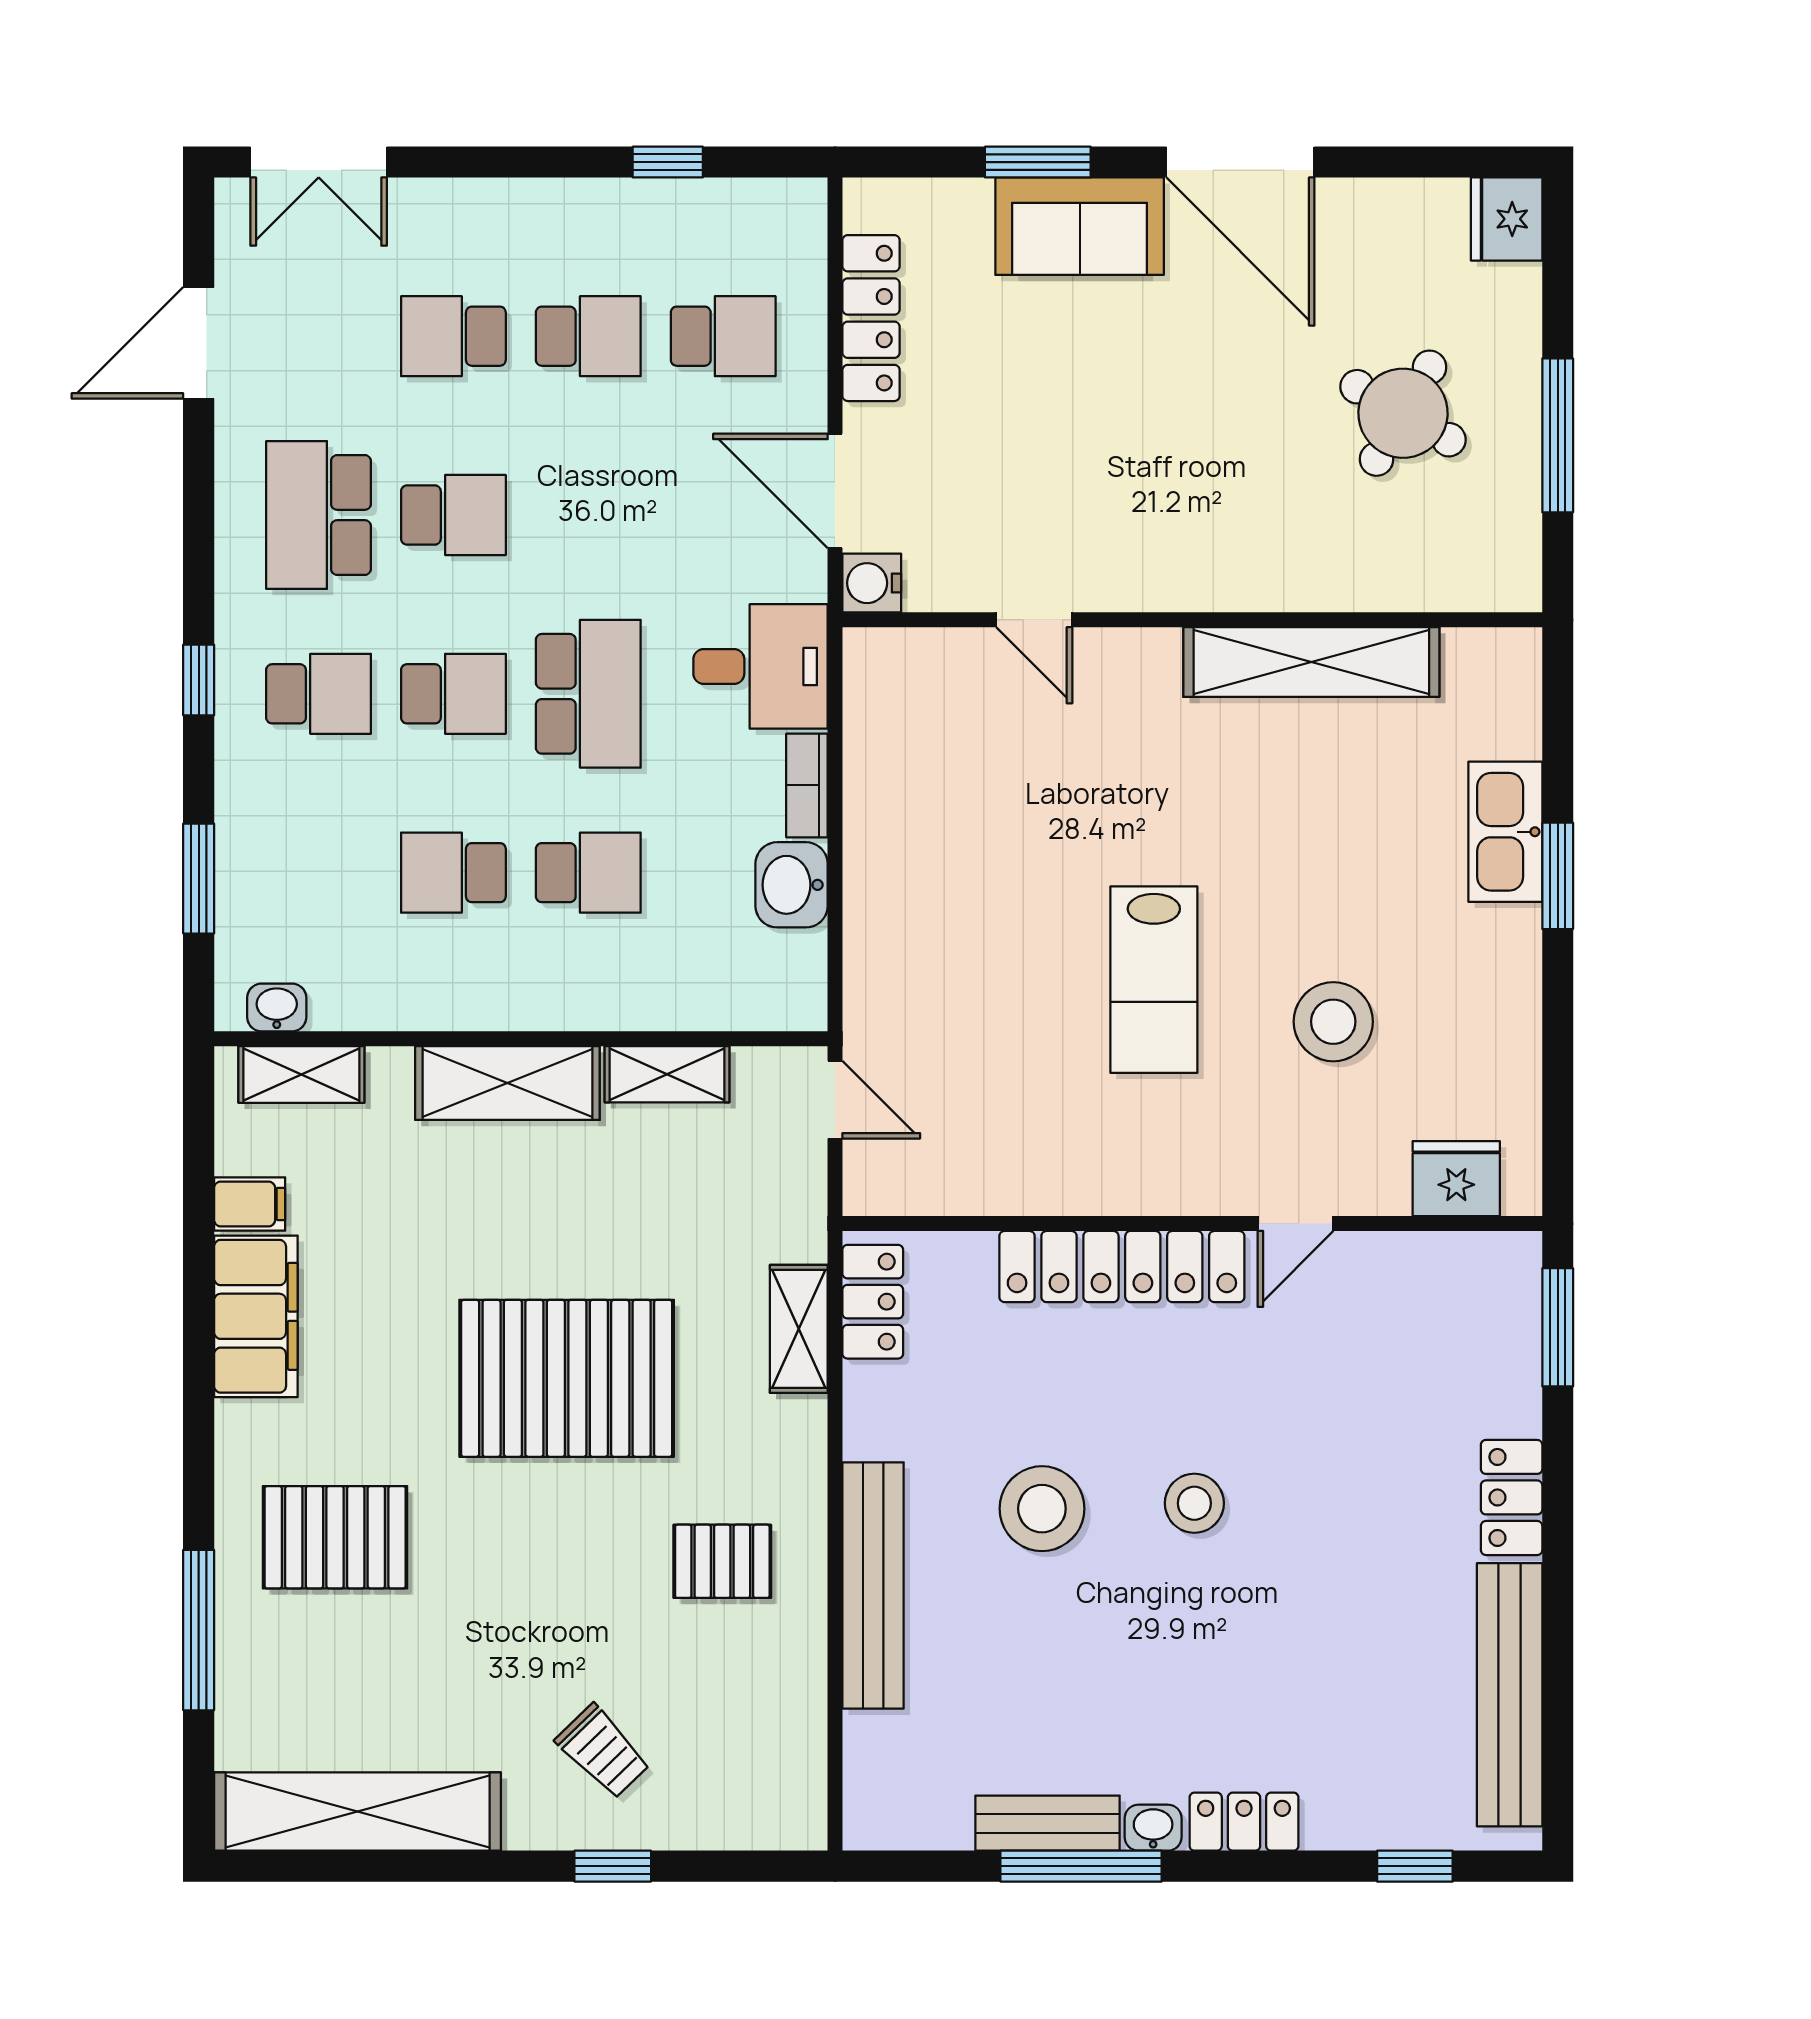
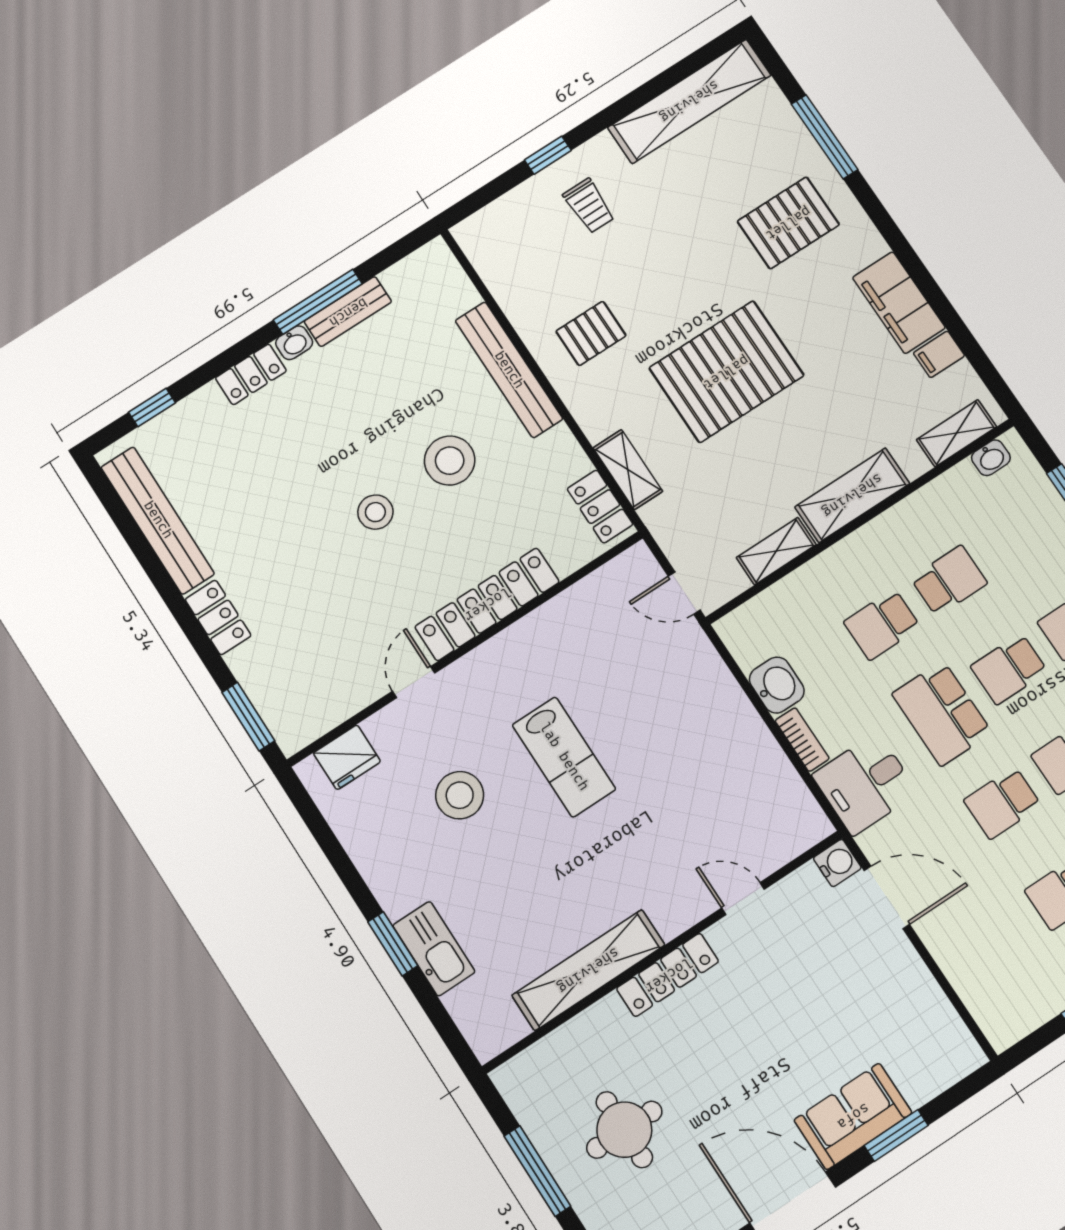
locker: (871, 318) -> (668, 975), moved, turned -90
school desk: (723, 336) -> (1003, 803), moved
round table: (1403, 413) -> (624, 1130), turned -30
lab bench: (1154, 980) -> (564, 757), turned 180
trolley: (603, 1751) -> (589, 206), turned -136

